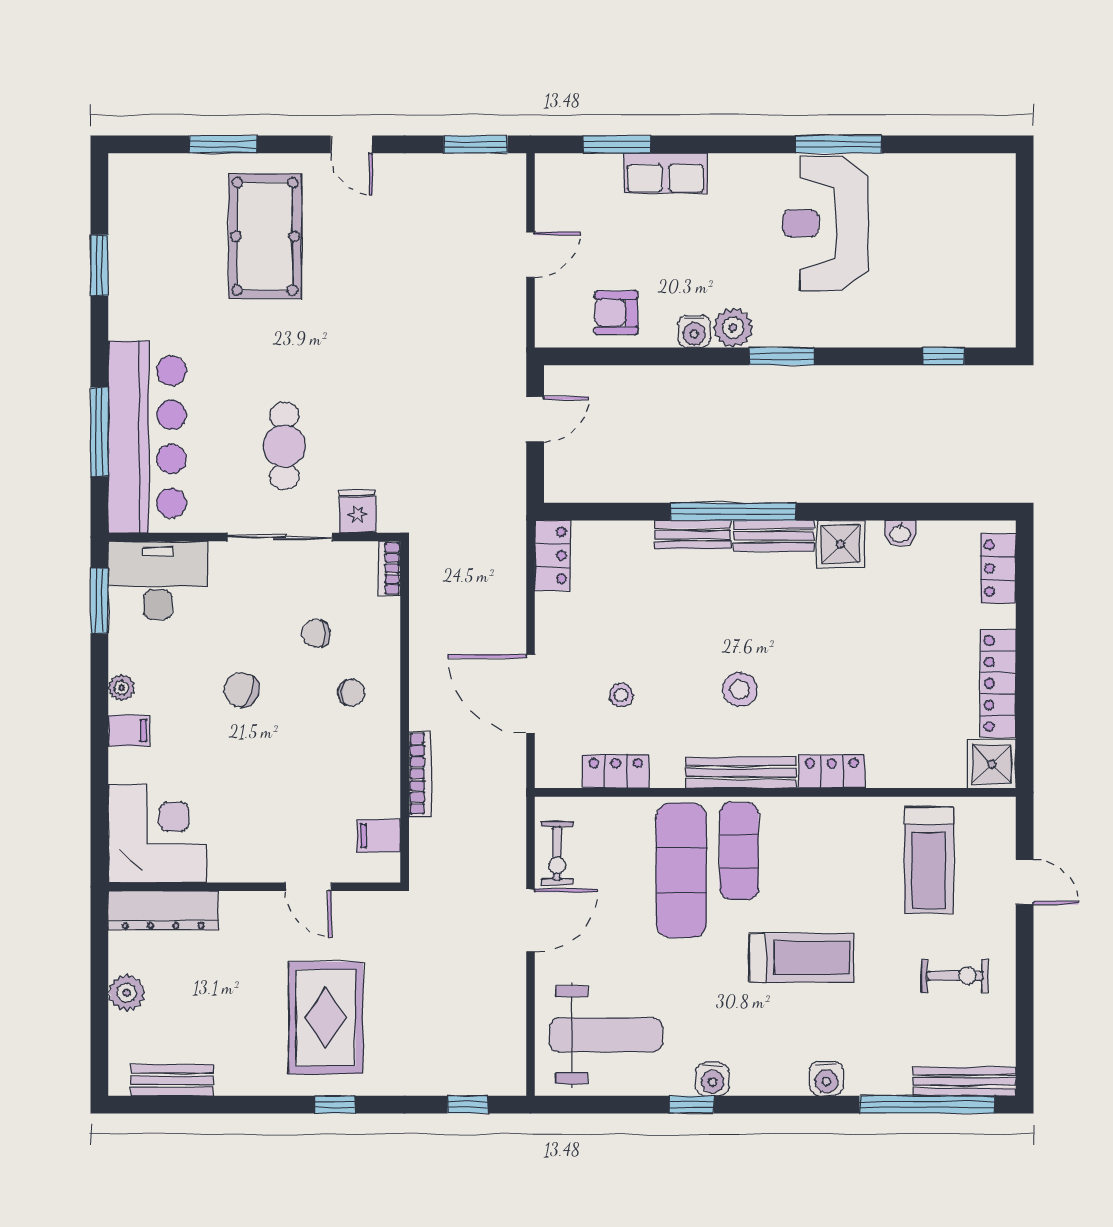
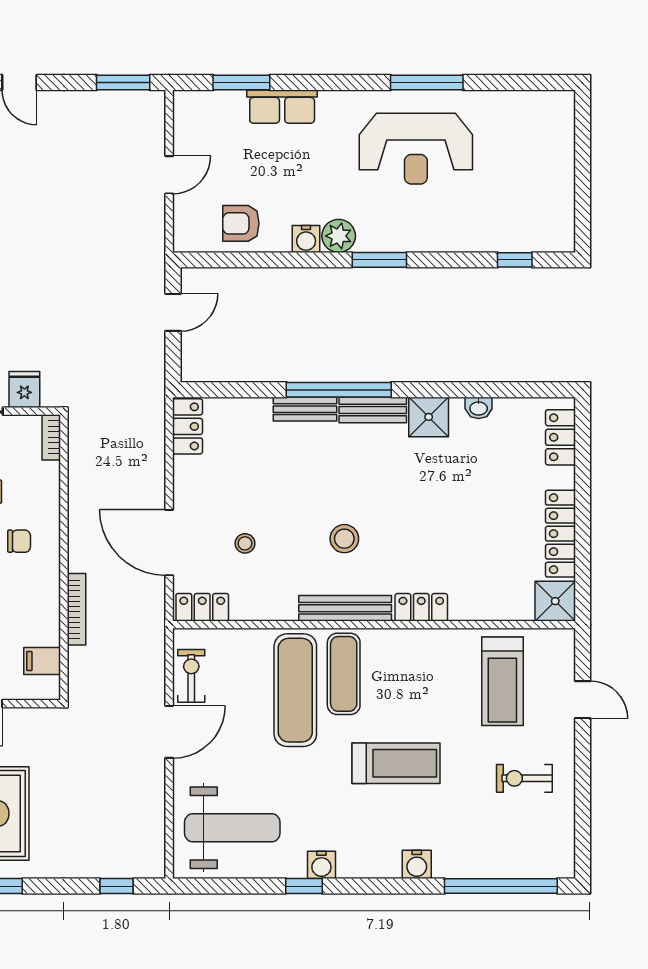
reception desk: (825, 223) -> (416, 149), turned -90
locker: (616, 771) -> (202, 607), moved
exercise bike: (557, 853) -> (191, 676), turned 180
exercise bike: (955, 976) -> (524, 778), turned 180
bench: (964, 1081) -> (532, 867), removed

